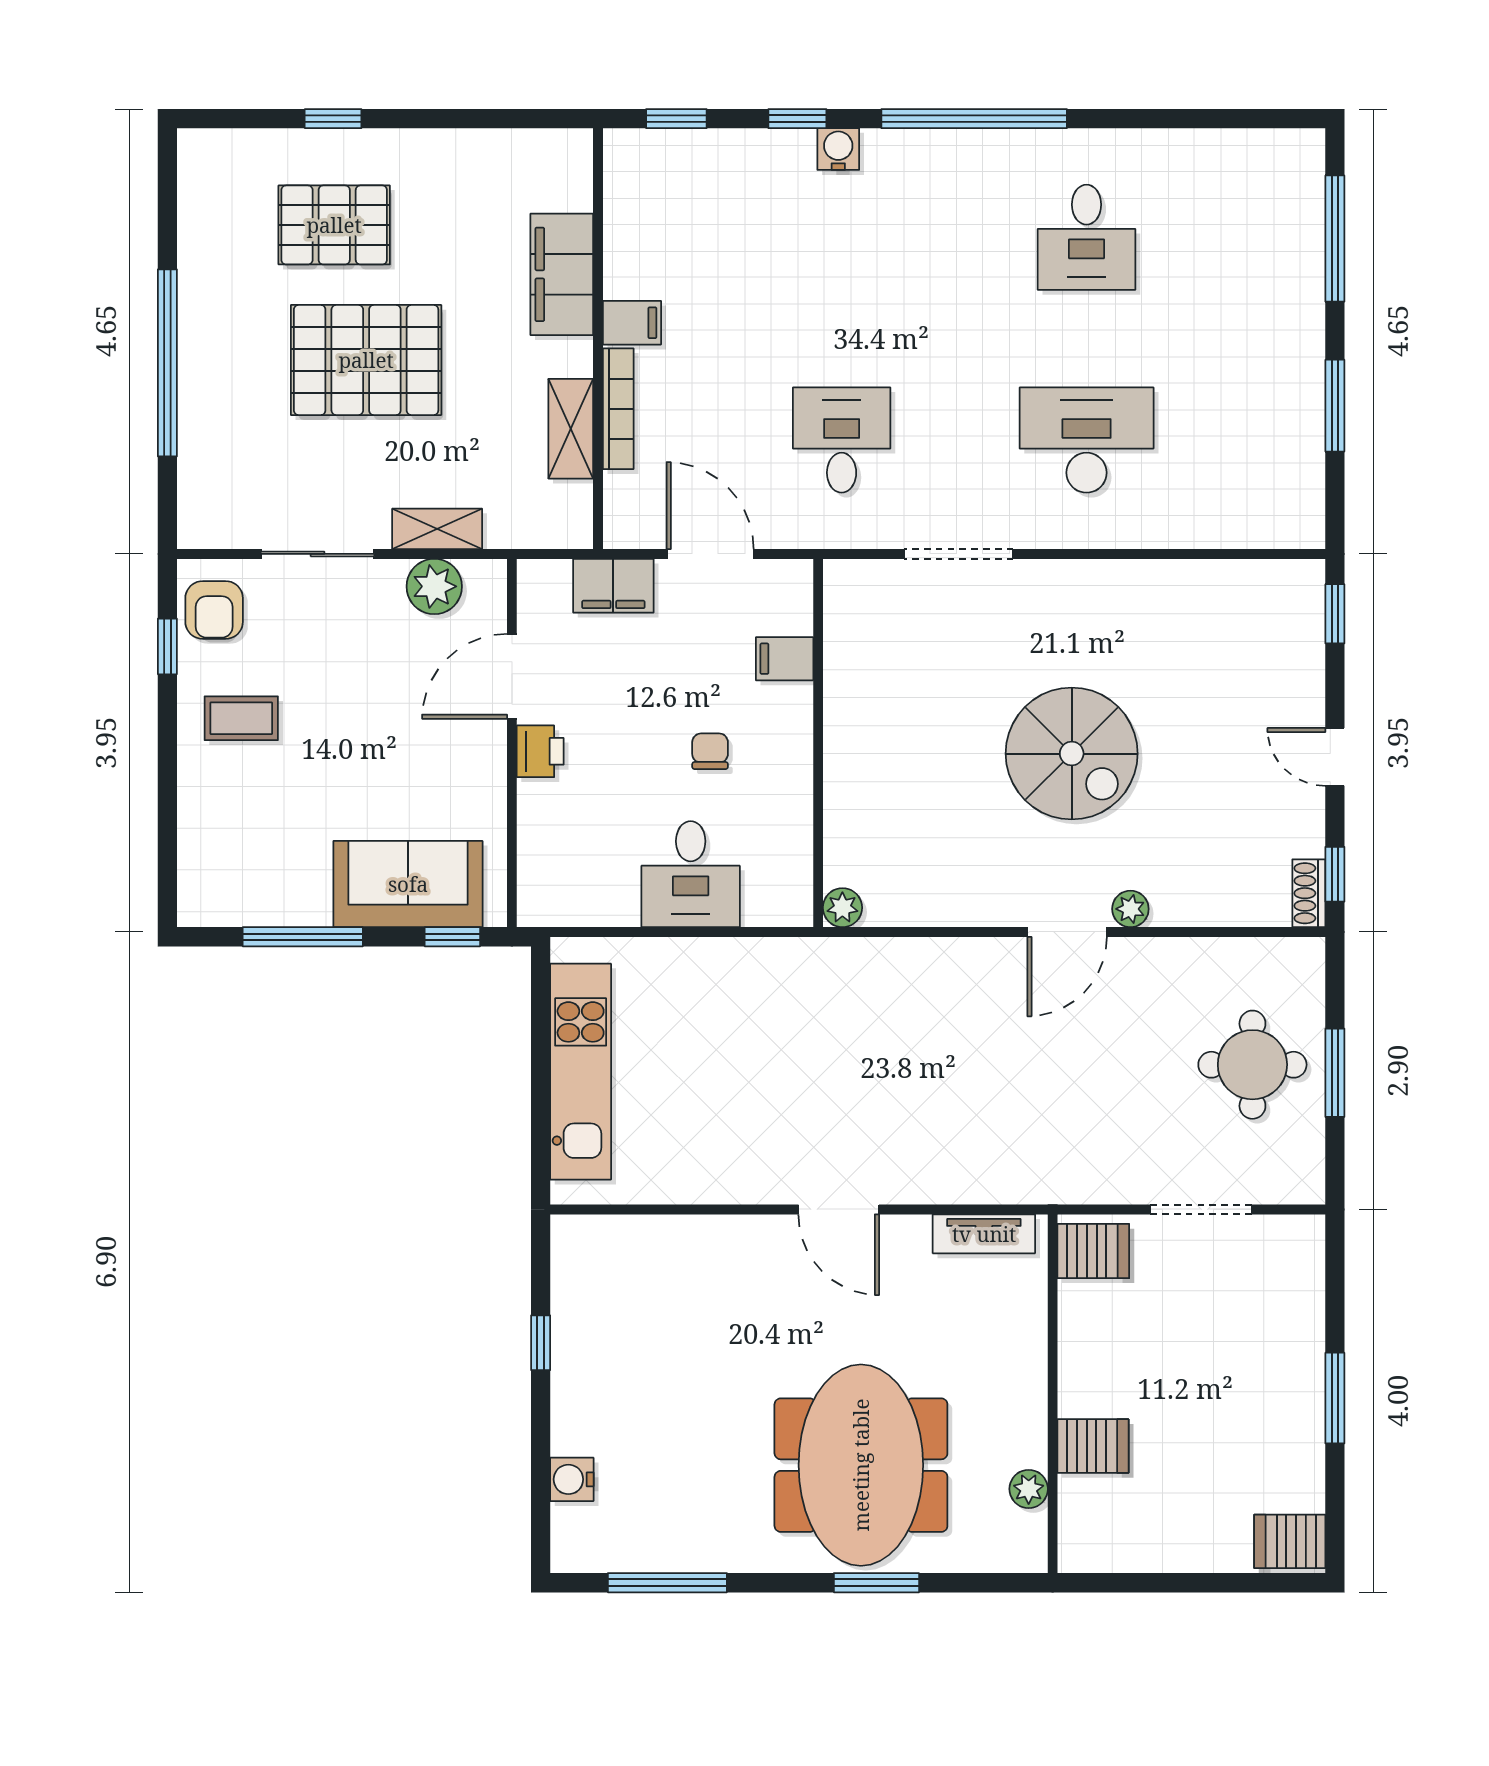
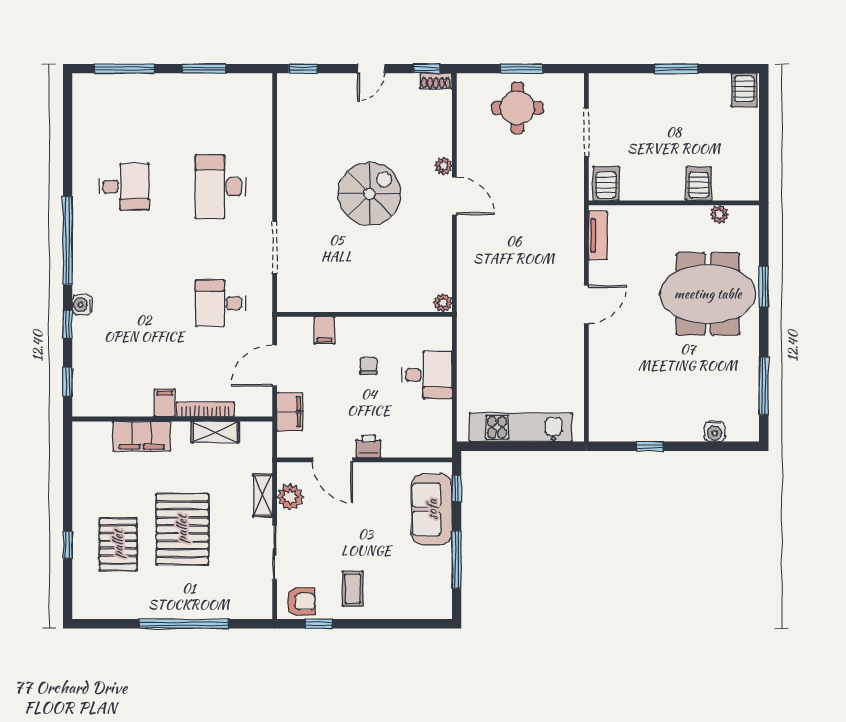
chair: (710, 751) -> (368, 366), turned 90

